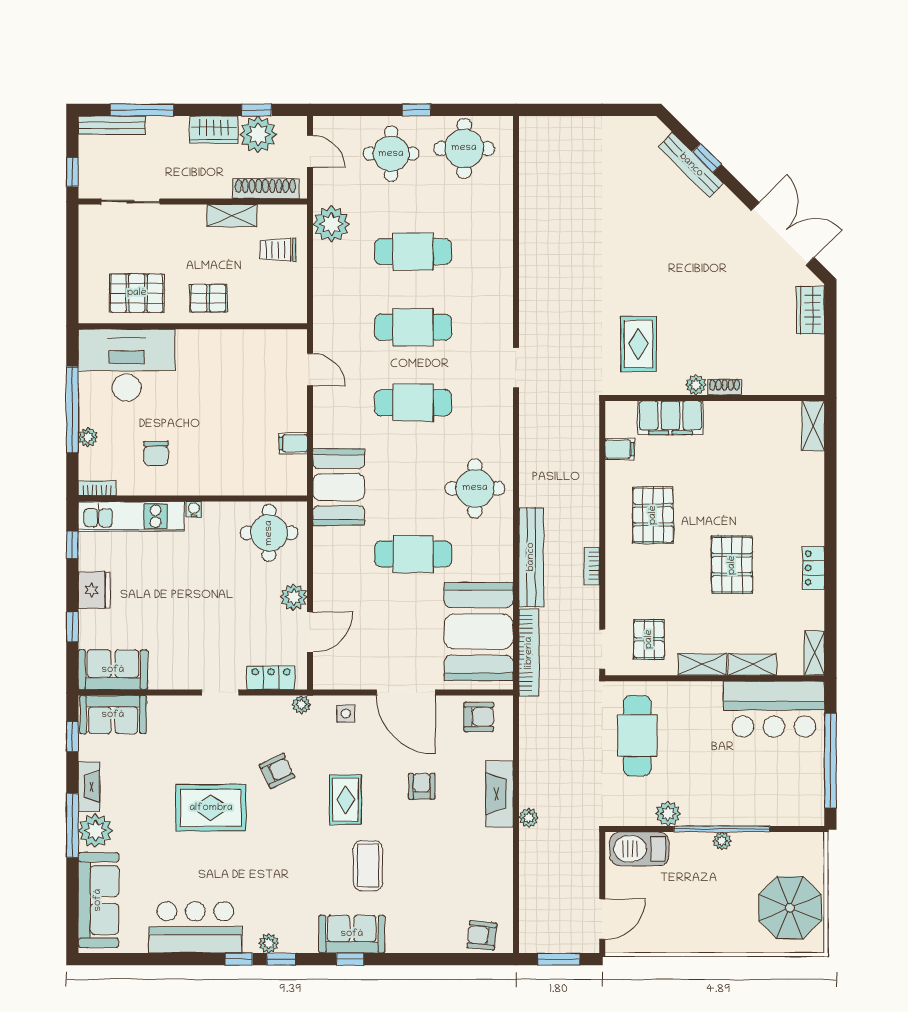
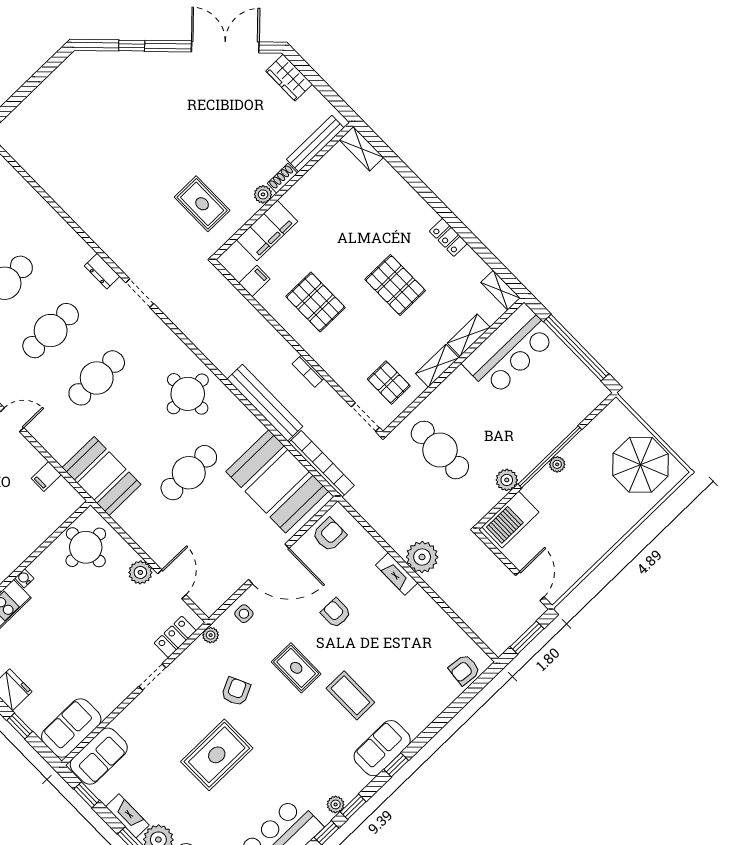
bench: (691, 165) -> (315, 144), moved, turned -45
dresser: (503, 320) -> (102, 271), added
fireplace: (500, 794) -> (397, 574), width x0.73, depth x0.76
plant: (529, 818) -> (422, 557), width x1.88, depth x1.88

